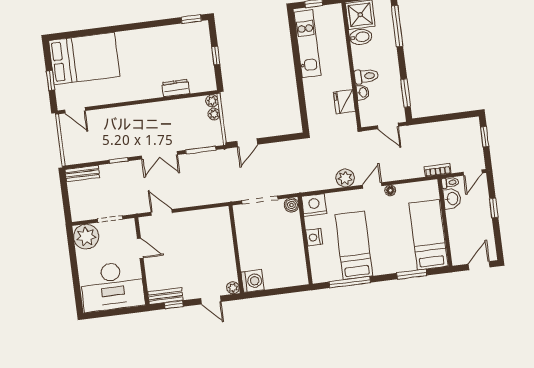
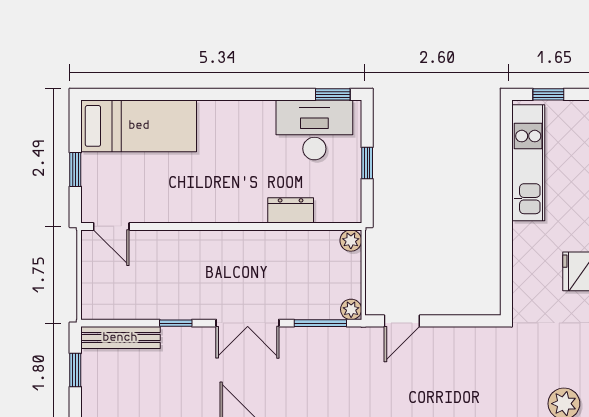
desk: (183, 41) -> (314, 130), added
bed: (84, 59) -> (139, 126), width x0.67
plant: (214, 114) -> (351, 309), moved
bench: (82, 173) -> (120, 338), width x1.36
window: (65, 194) -> (75, 370), added

